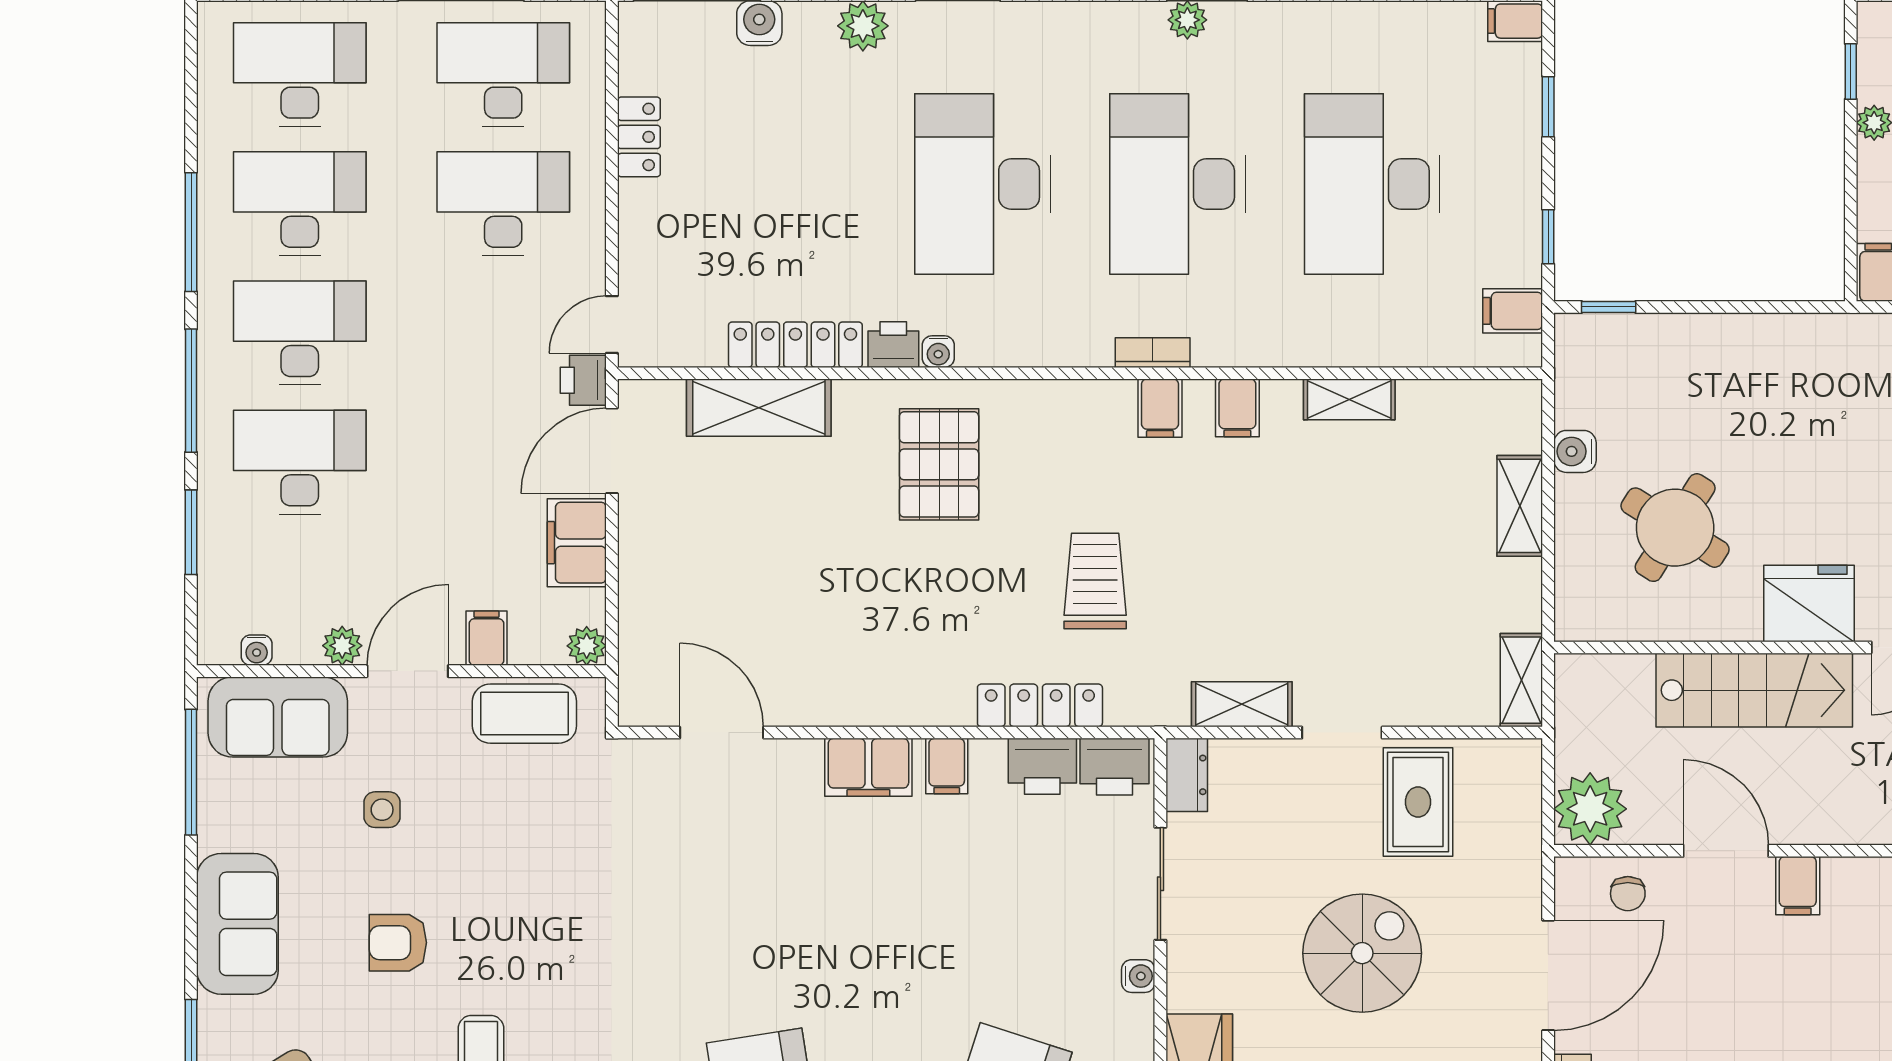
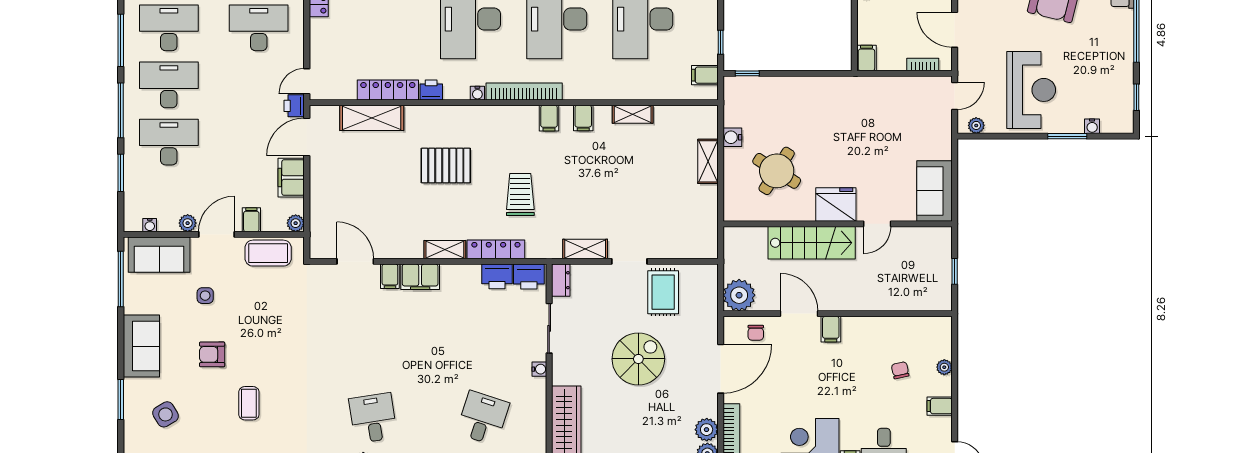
water cooler: (938, 352) -> (477, 93), moved
bookcase: (1153, 353) -> (524, 92), width x2.31, depth x1.31
pallet: (939, 464) -> (446, 165), moved, turned 90
shelving: (1521, 680) -> (445, 250), moved, turned 90
filing cabinet: (947, 766) -> (390, 276), moved

